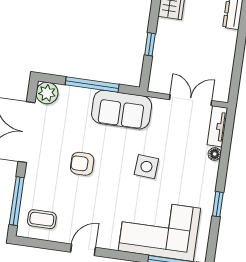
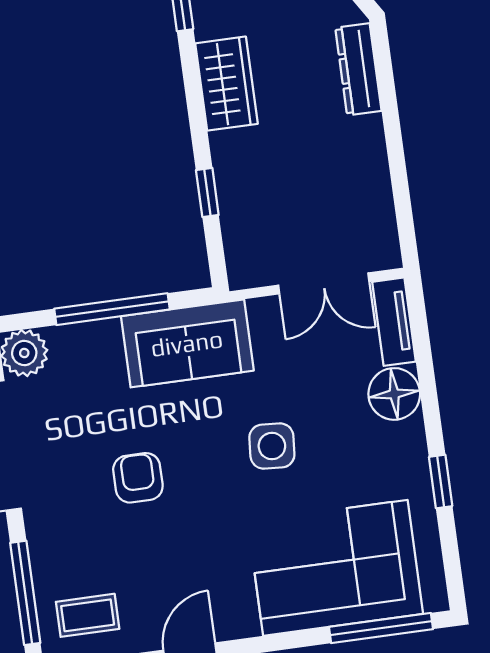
double door: (191, 100) -> (324, 283), swing flipped
floor lamp: (215, 154) -> (394, 394), width x1.89, depth x1.89
armchair: (82, 164) -> (138, 478), turned 90

